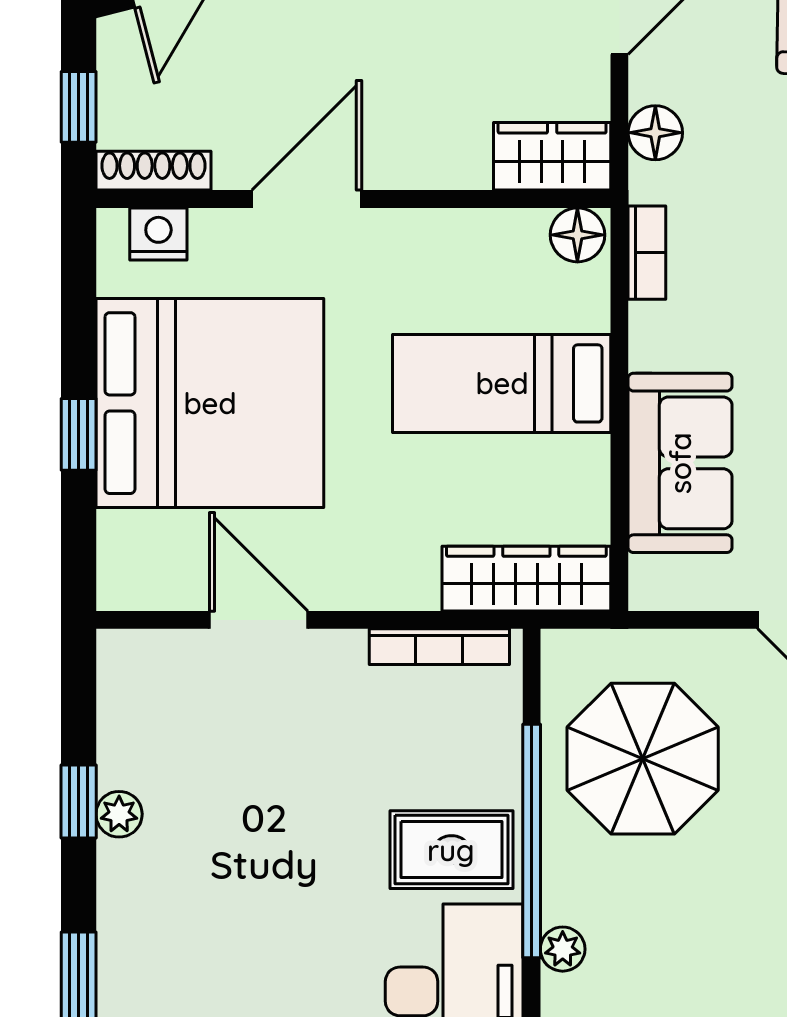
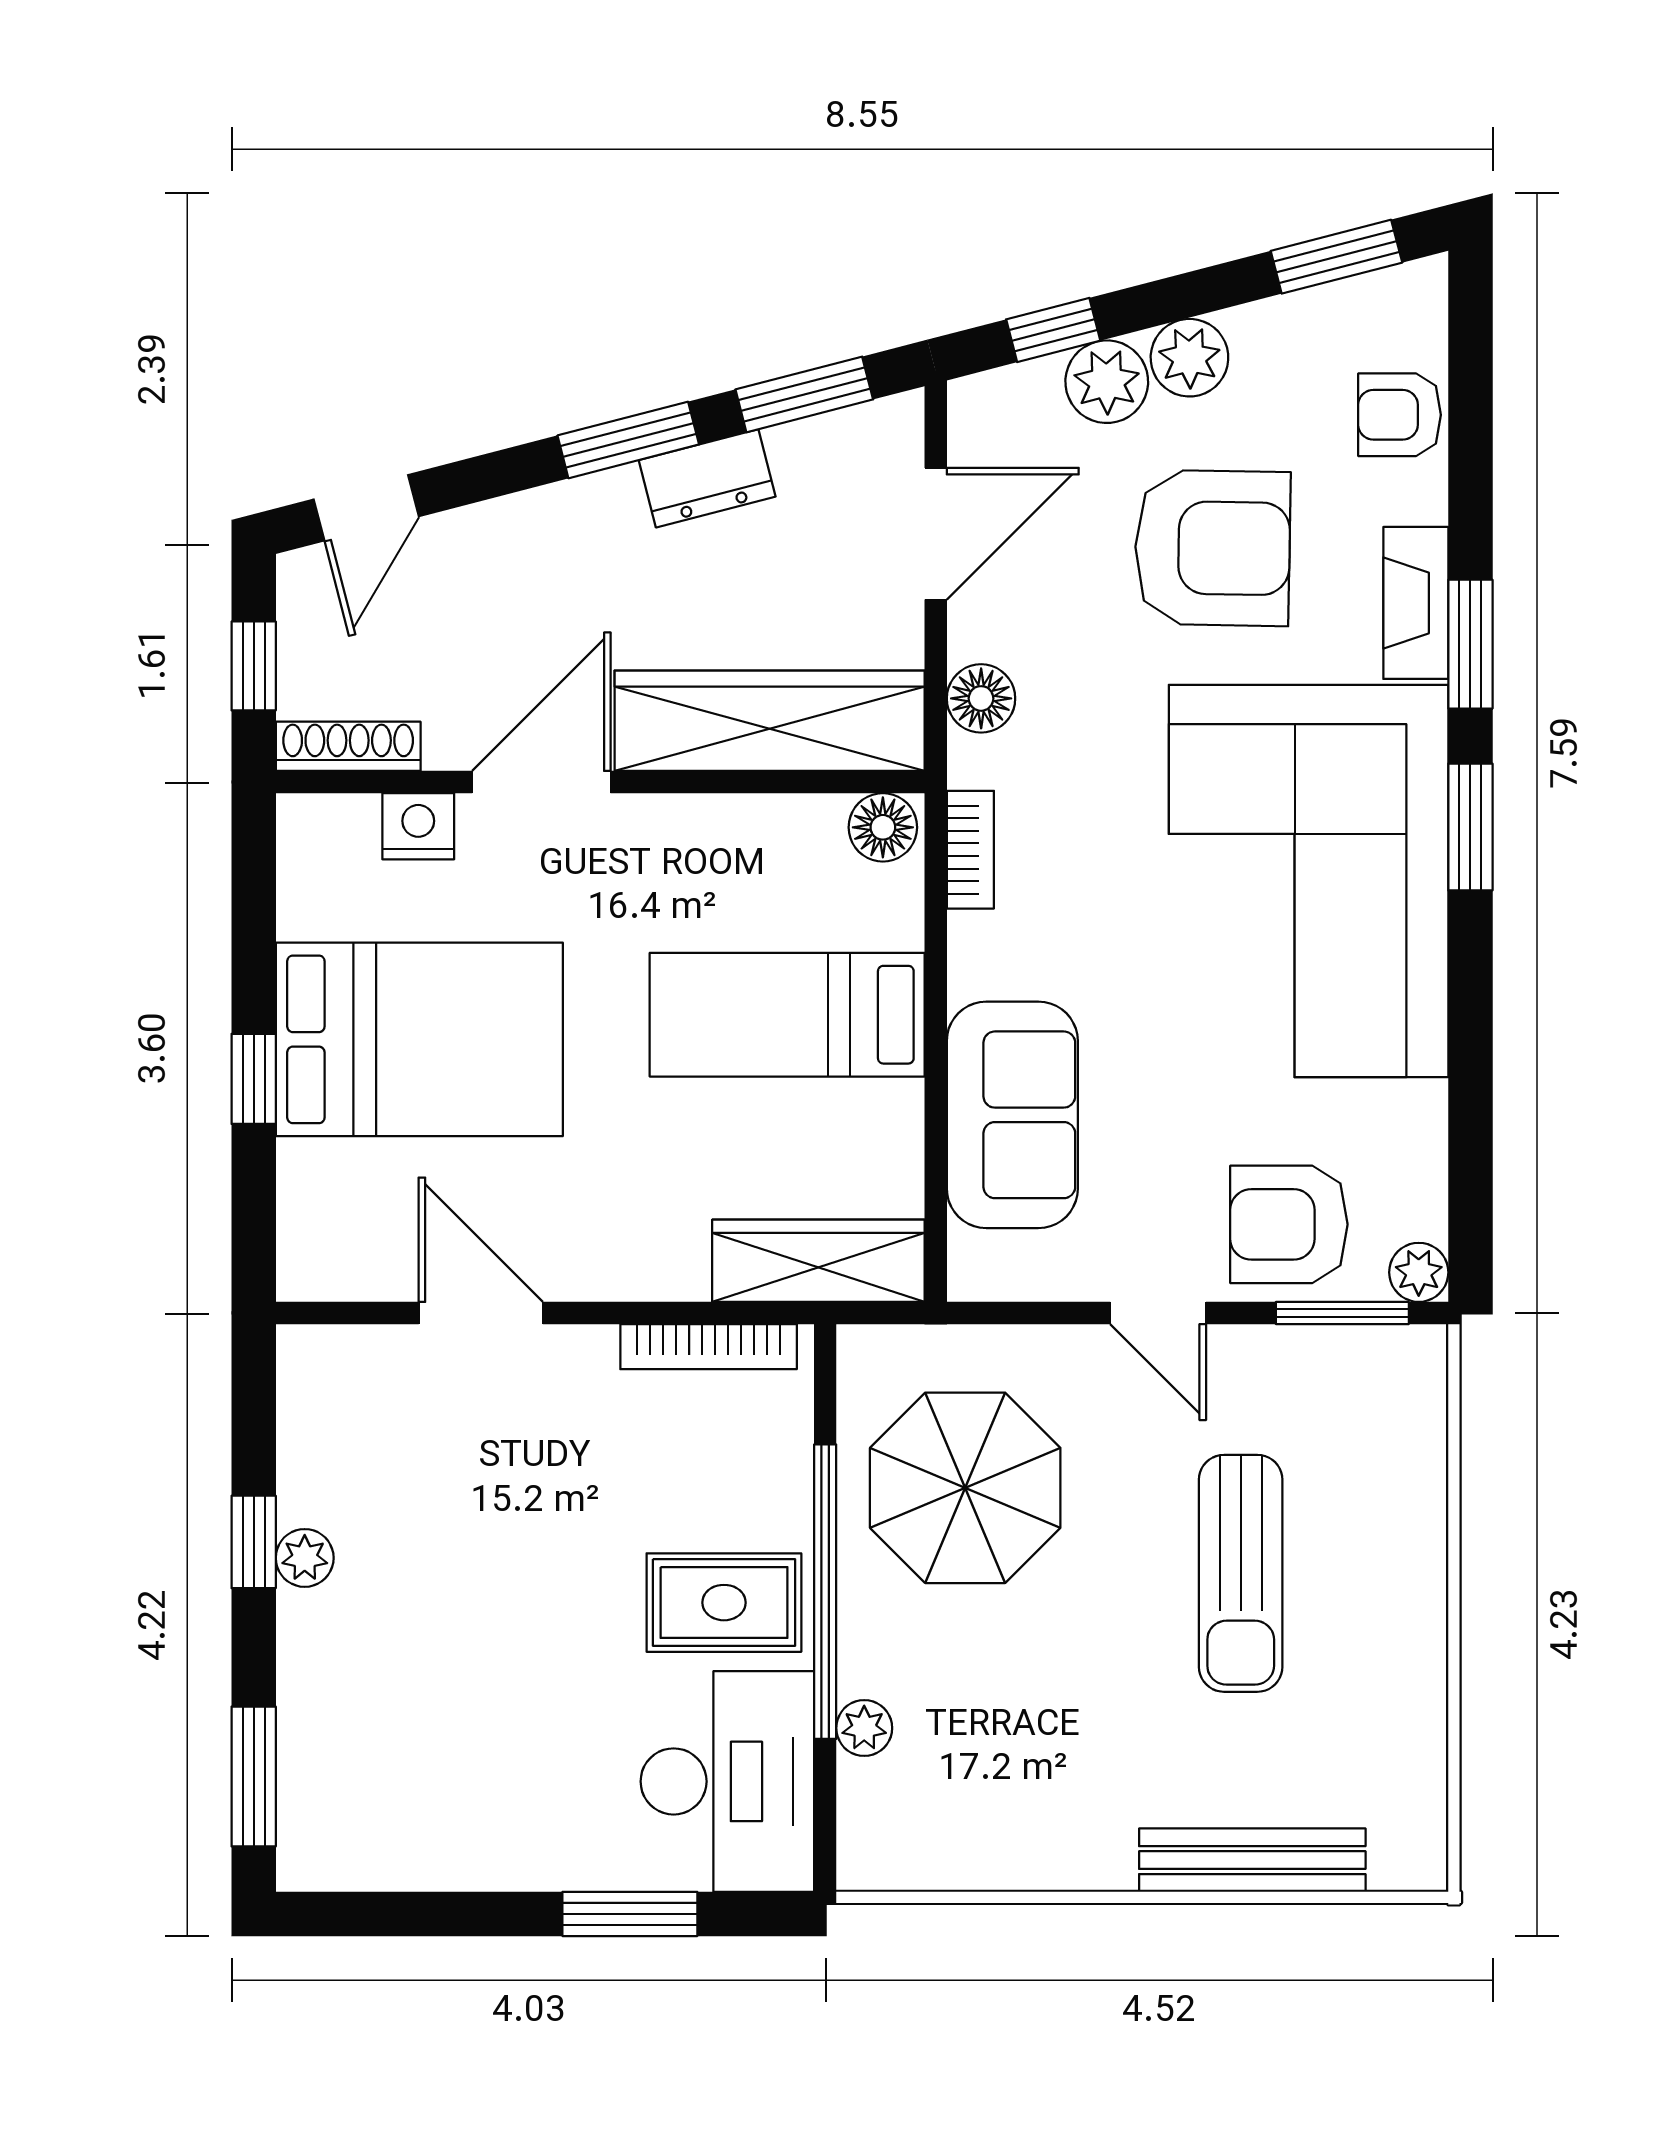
wardrobe: (552, 156) -> (770, 721), width x2.10, depth x1.17
nightstand: (158, 234) -> (418, 826), moved
bed: (210, 403) -> (419, 1039), width x0.73

